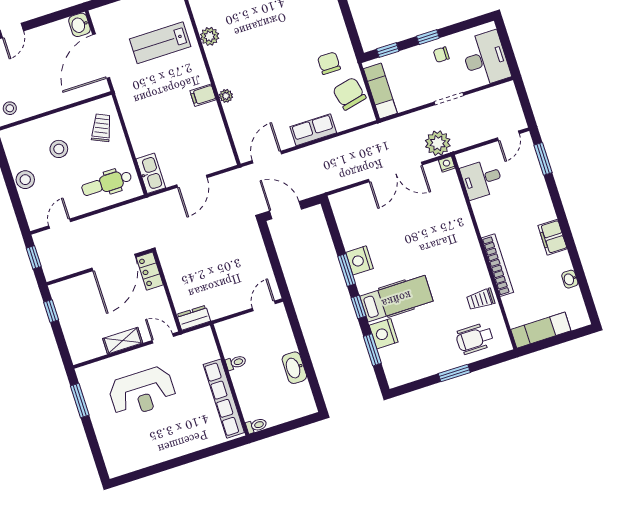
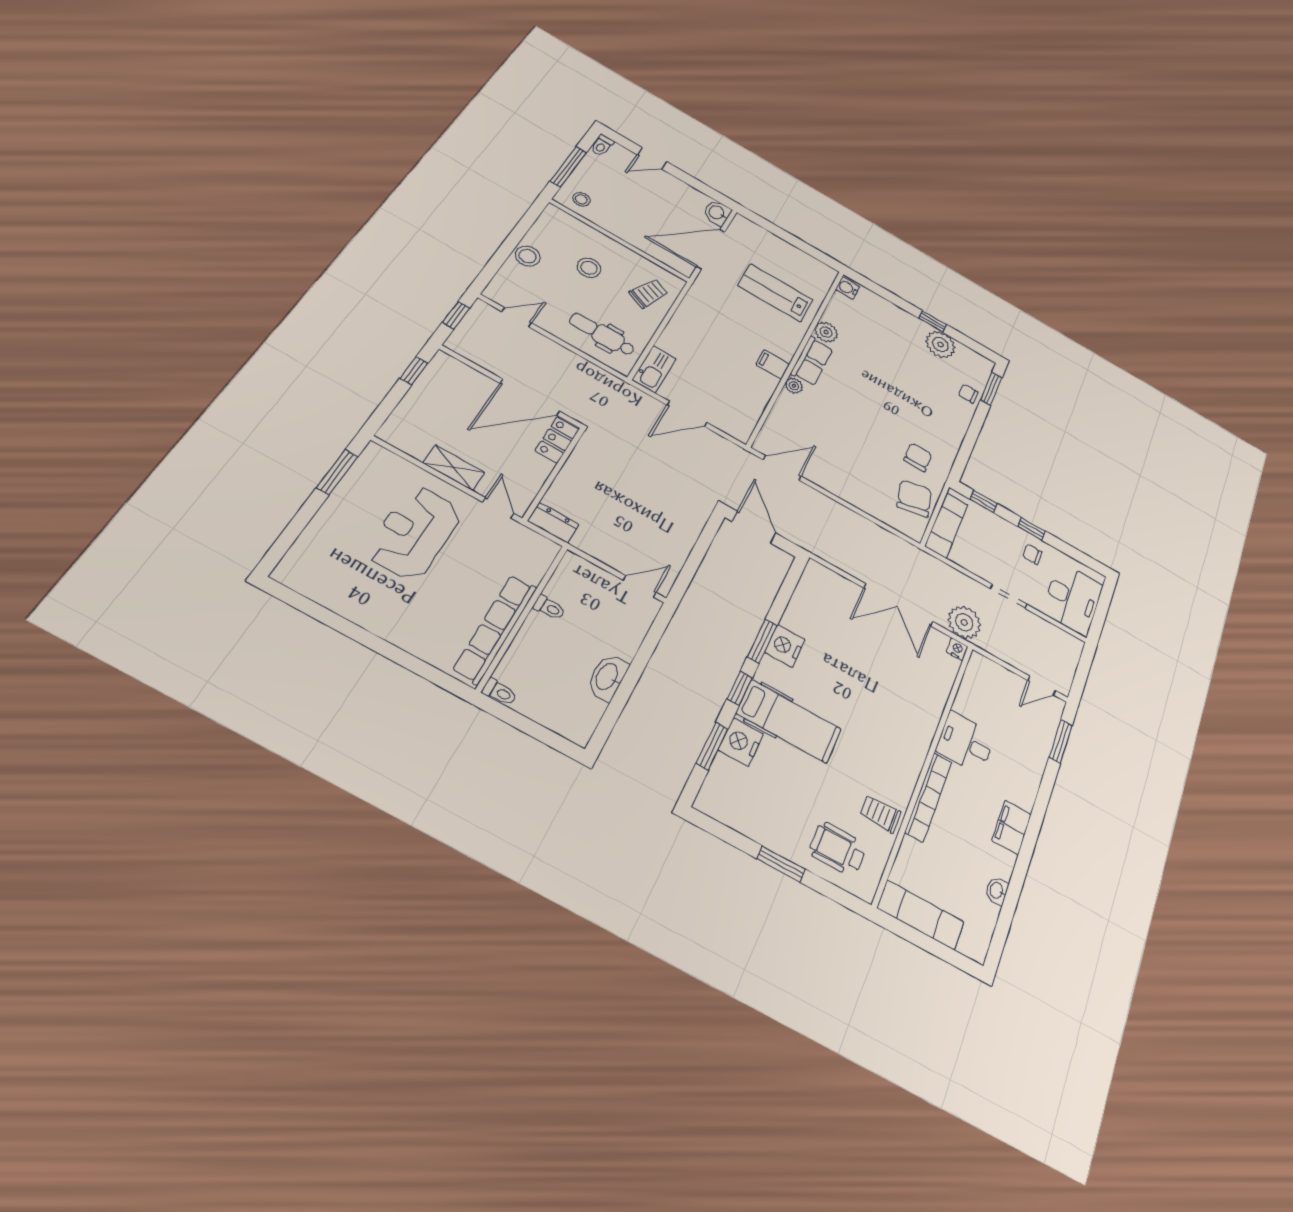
row of seats: (313, 130) -> (812, 361), moved, turned 90
desk: (482, 179) -> (966, 743), moved
reception desk: (142, 392) -> (414, 532), turned 90

